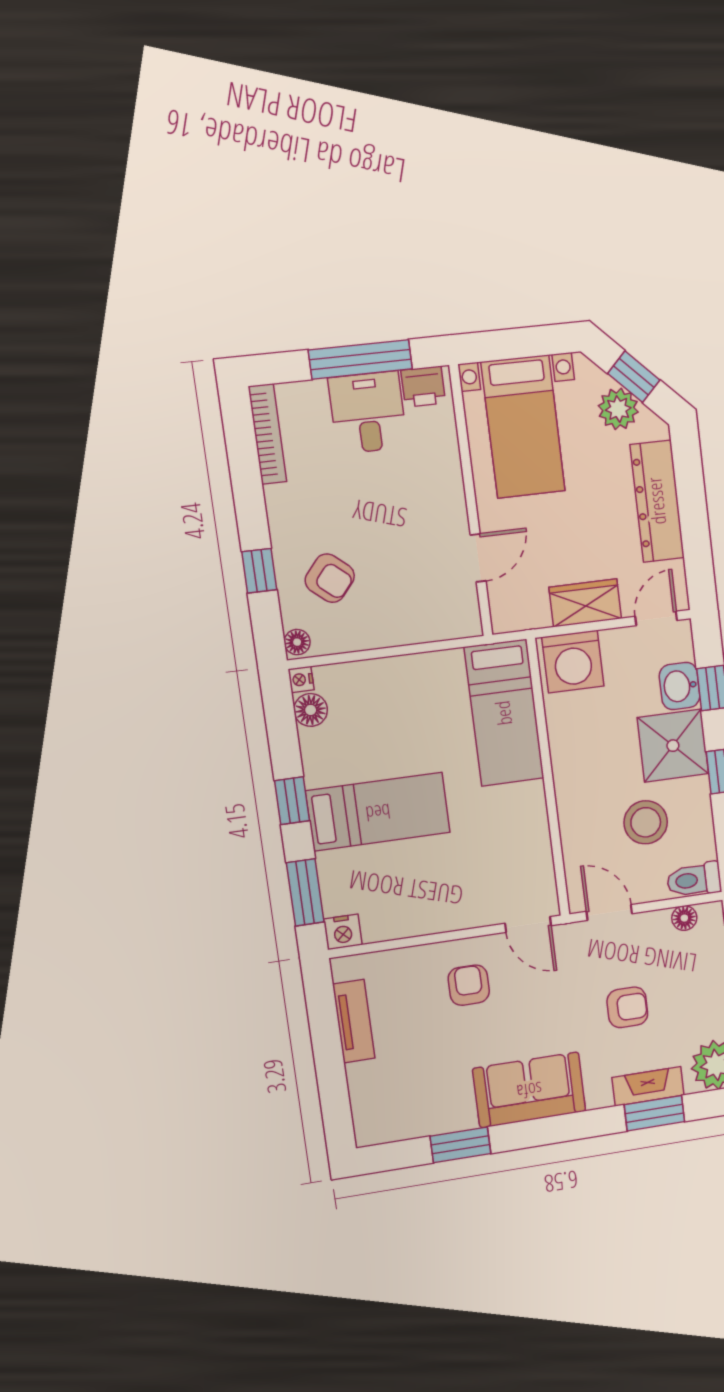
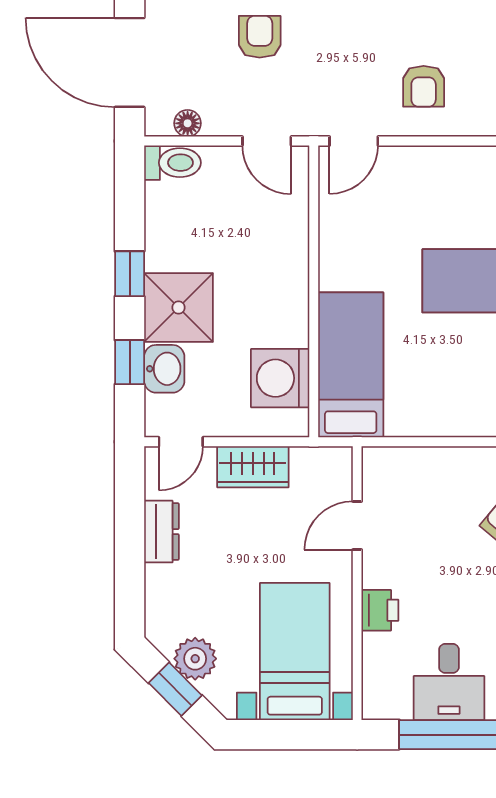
printer: (423, 387) -> (380, 610), moved, turned 90
dresser: (657, 501) -> (161, 532), width x0.51, depth x0.80
washing machine: (573, 662) -> (280, 378), moved, turned -90
stool: (646, 822) -> (217, 231), removed
door: (528, 925) -> (354, 141), swing flipped
armchair: (627, 1007) -> (260, 37), turned 90

